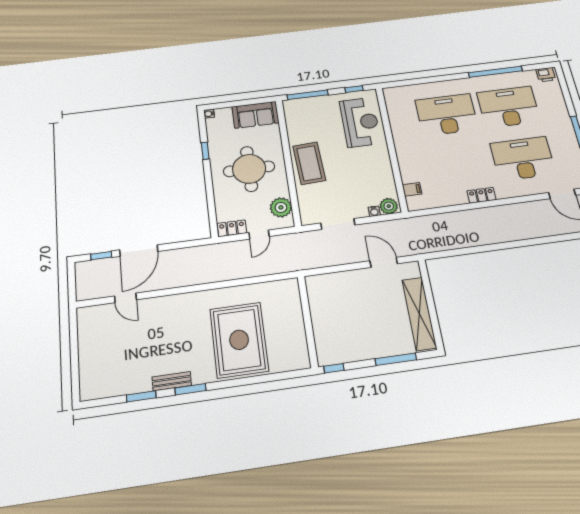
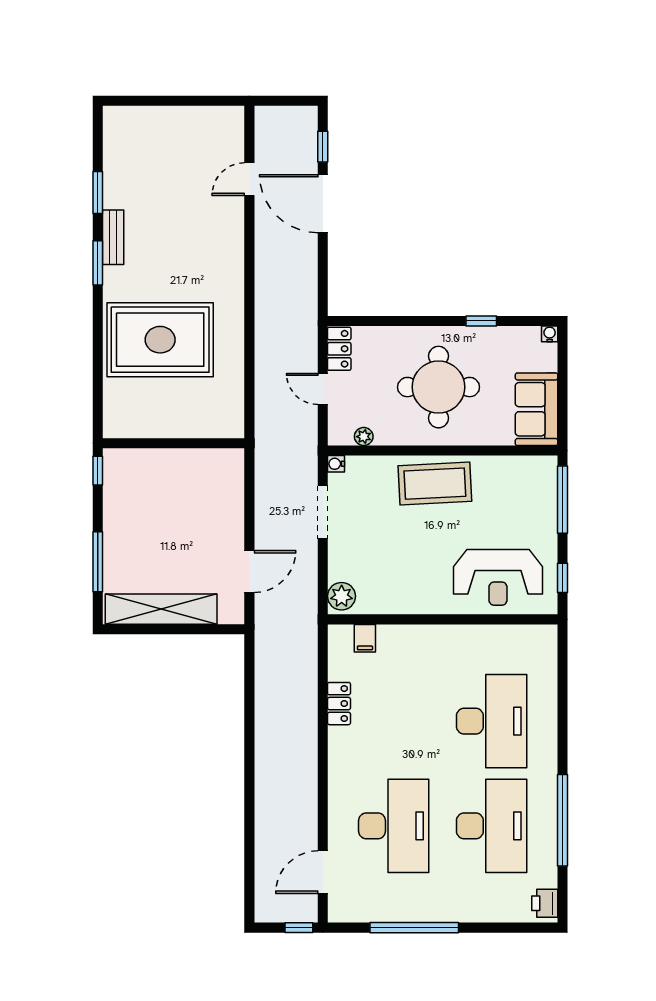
locker: (482, 195) -> (339, 704), moved
plant: (281, 207) -> (364, 437), width x0.53, depth x0.53
water cooler: (374, 211) -> (336, 464), moved

